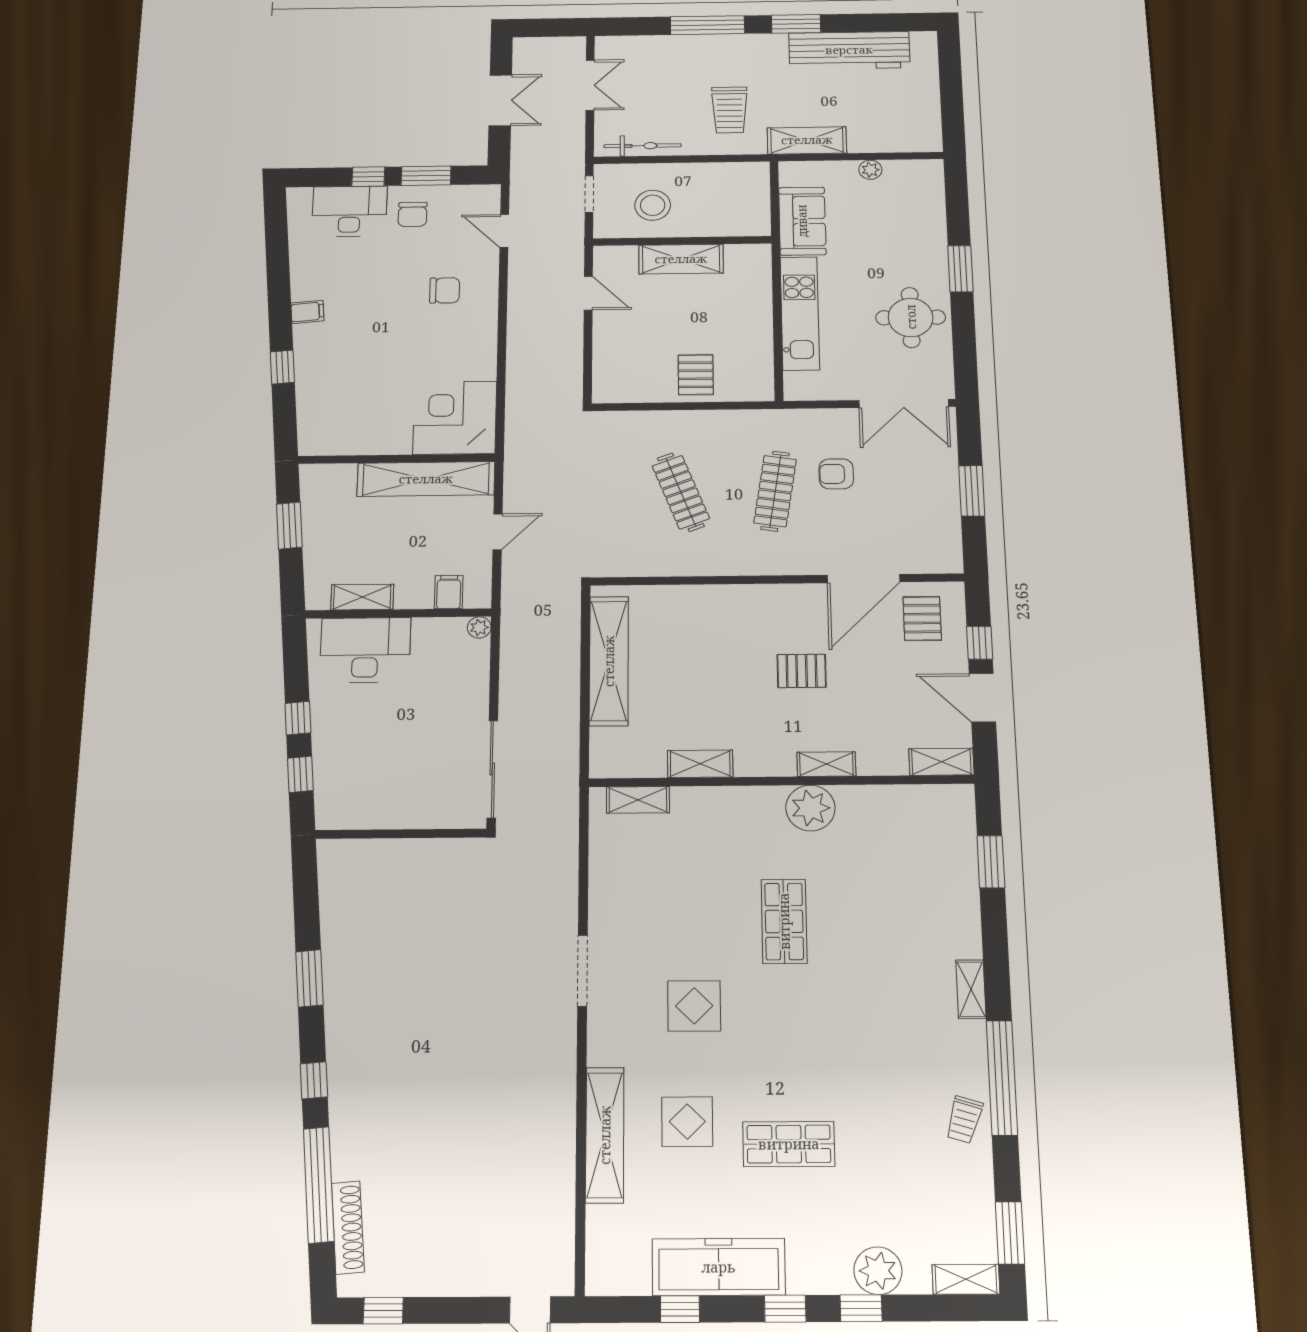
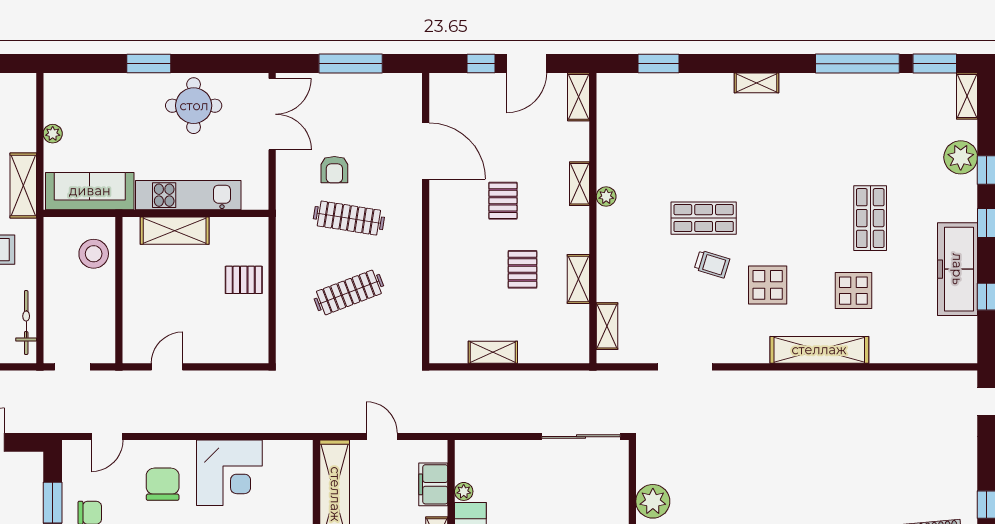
stool: (653, 205) -> (94, 254), moved
sofa: (802, 221) -> (90, 191), width x1.36
shelving: (681, 259) -> (175, 231), moved, turned 90
chair: (445, 290) -> (163, 484), width x1.37, depth x1.37
corner desk: (455, 418) -> (229, 473), moved, turned -90
window: (972, 491) -> (351, 64), width x1.44
filing cabinet: (449, 592) -> (433, 484), width x2.00
pallet: (922, 619) -> (522, 269), moved, turned 90
plant: (479, 627) -> (464, 491), moved
shelving: (609, 661) -> (493, 352), width x0.45, depth x0.75
plant: (810, 808) -> (606, 197), width x0.53, depth x0.53
plant: (404, 859) -> (653, 501), added
doorway: (583, 971) -> (685, 367), moved
window: (1002, 1078) -> (857, 64), moved
trolley: (964, 1120) -> (712, 264), moved
shelving: (605, 1135) -> (819, 350), moved

